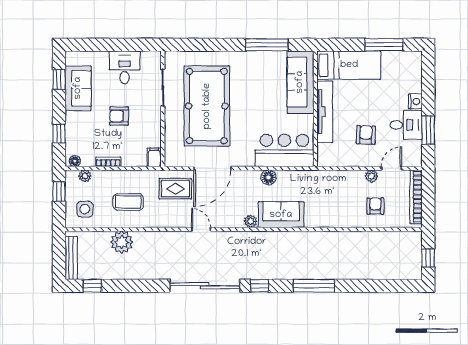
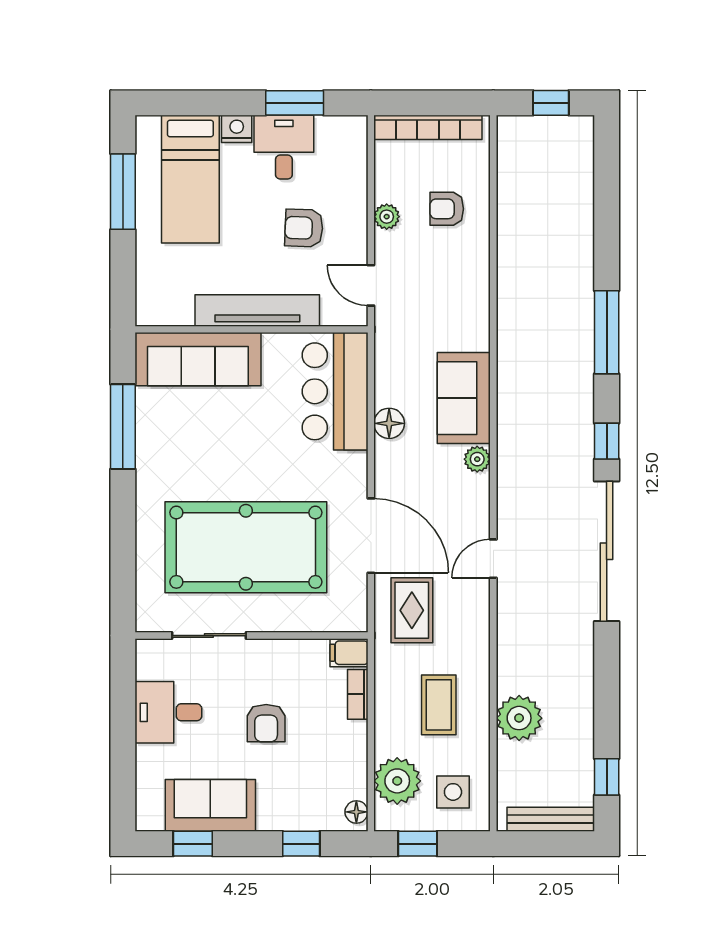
bed: (349, 65) -> (190, 179), moved, turned 180
bookcase: (108, 162) -> (358, 694), moved
door: (391, 168) -> (371, 285), moved
plant: (85, 176) -> (397, 781), width x1.88, depth x1.88

